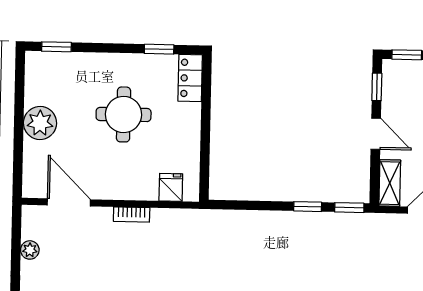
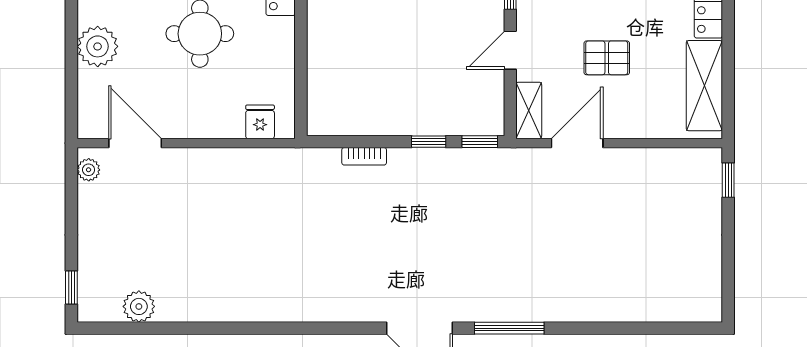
door: (376, 134) -> (510, 50), swing flipped
bookcase: (132, 215) -> (364, 156), moved
plant: (30, 250) -> (89, 170), moved

